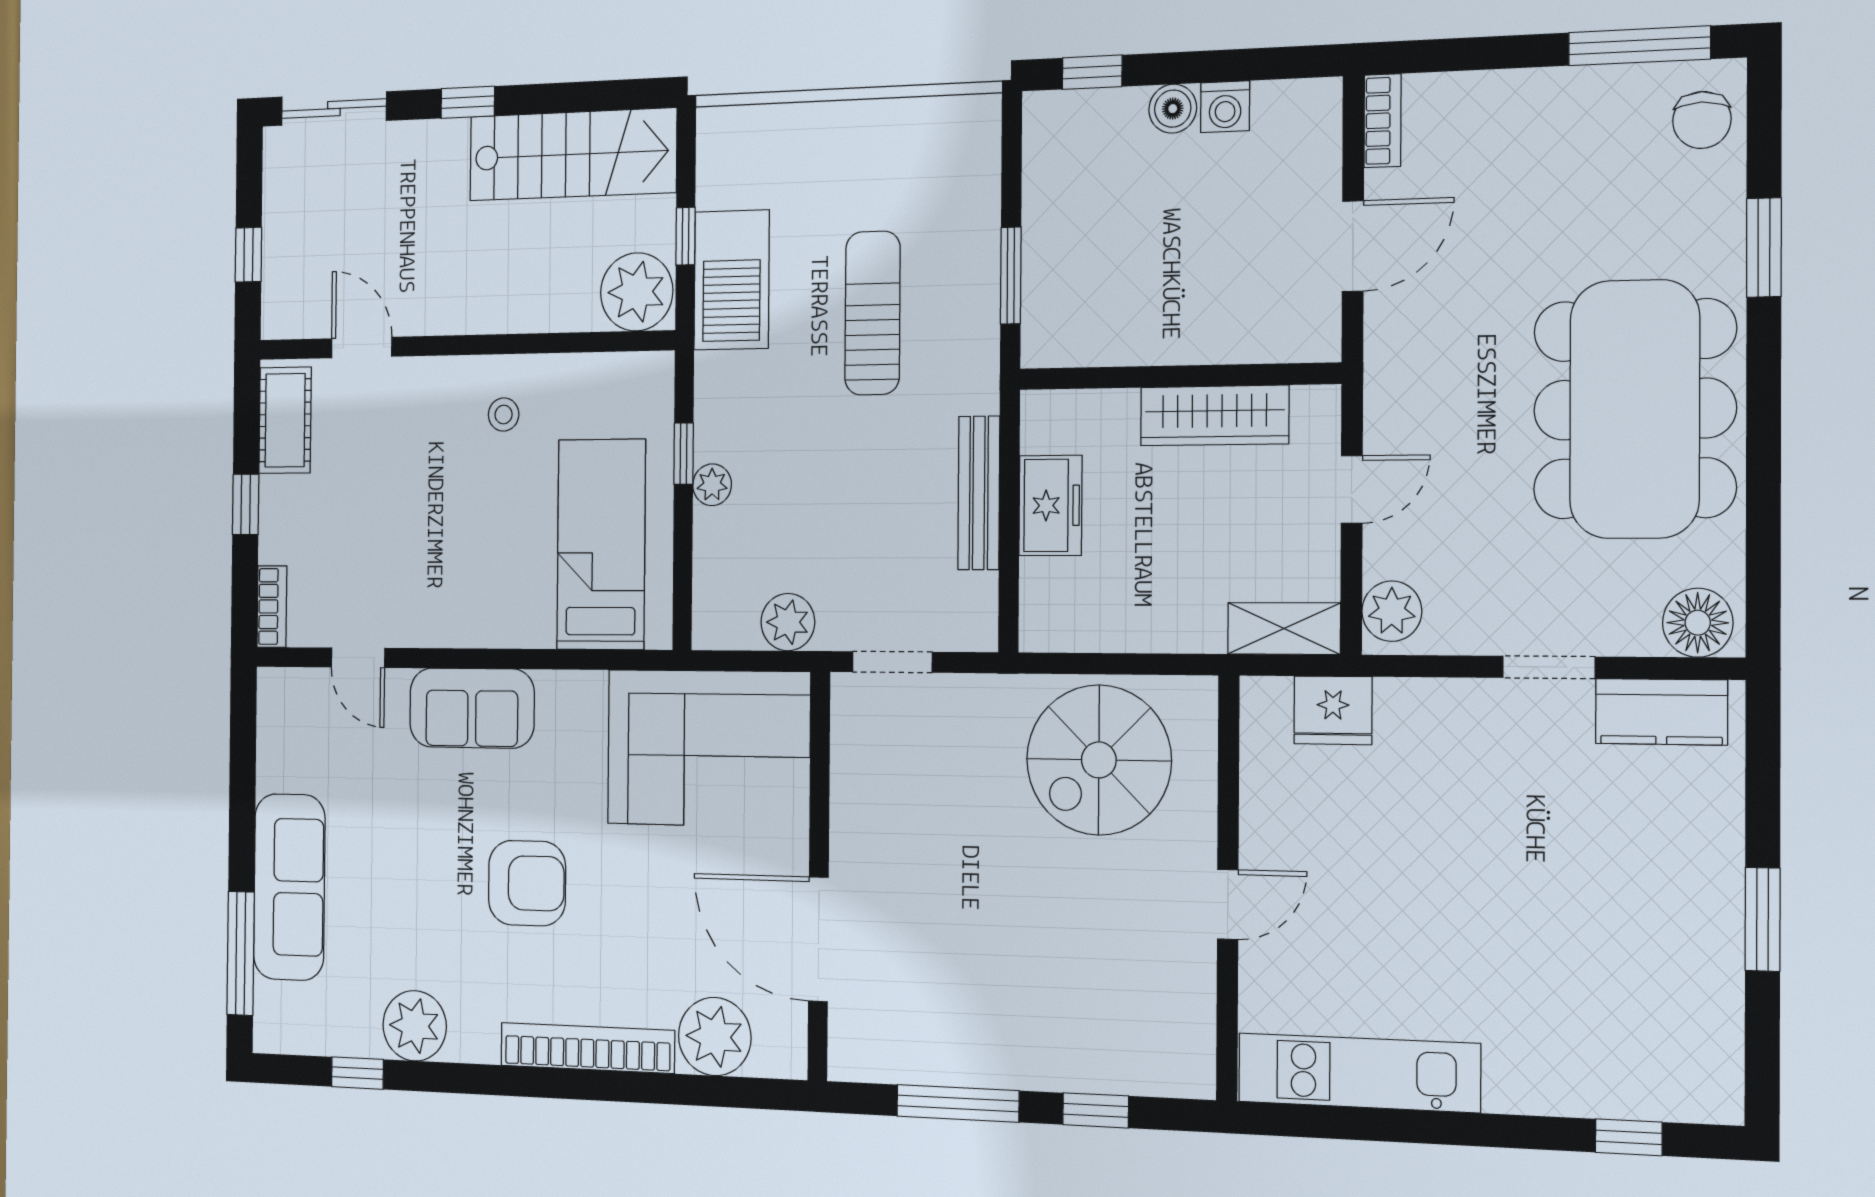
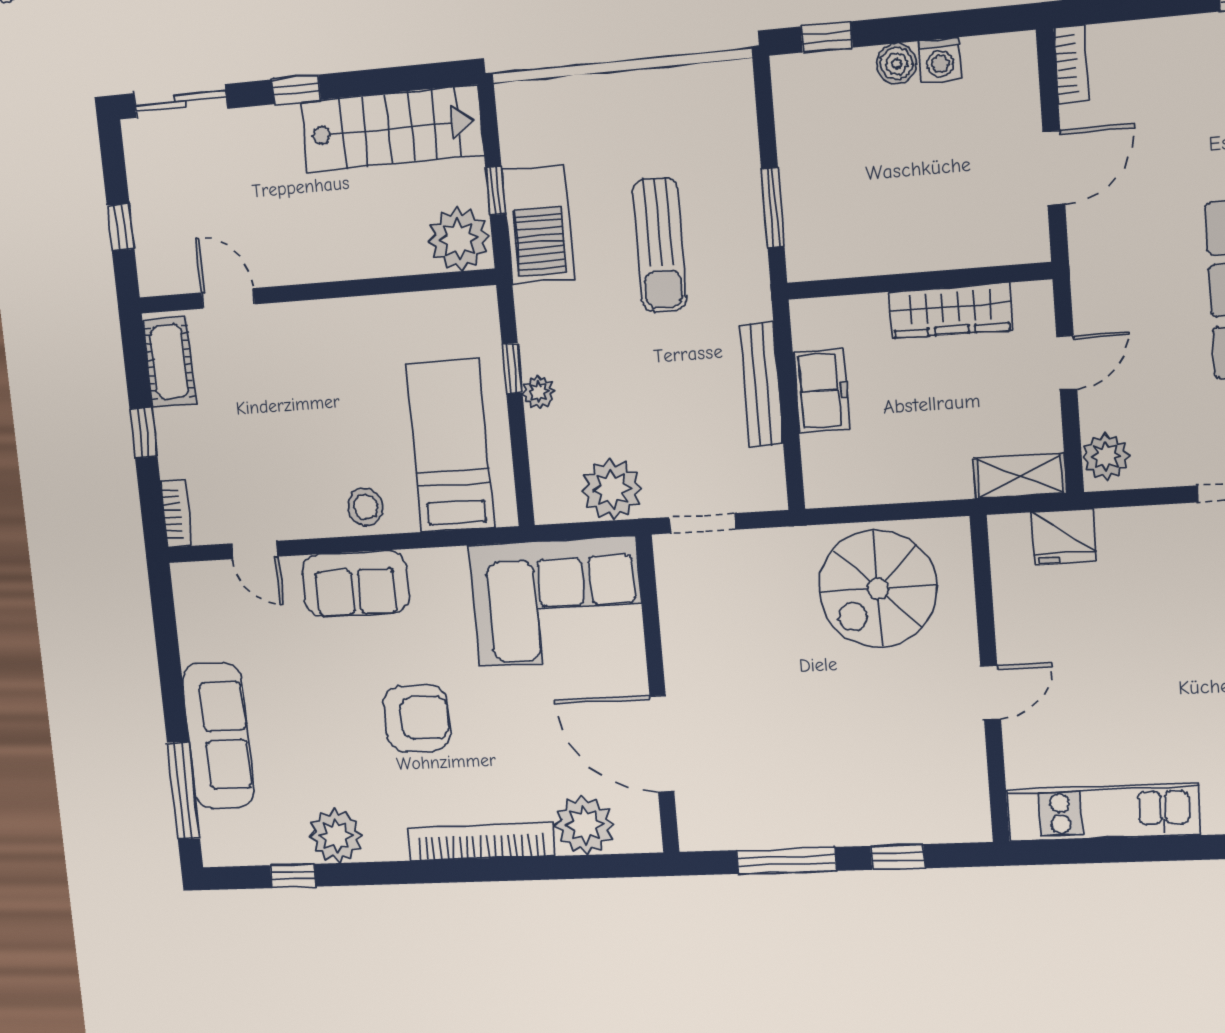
sun lounger: (872, 313) -> (660, 245), turned 180
stool: (504, 415) -> (365, 507), moved, width x1.37, depth x1.37
plant: (788, 622) -> (612, 489), width x1.36, depth x1.36

